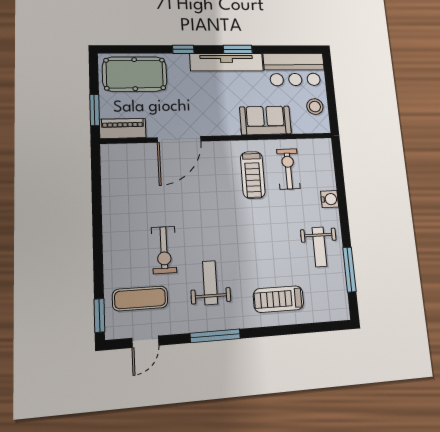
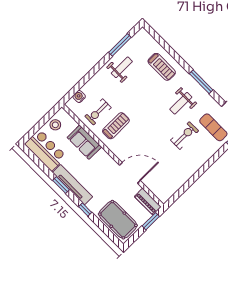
water cooler: (330, 199) -> (79, 96), moved

